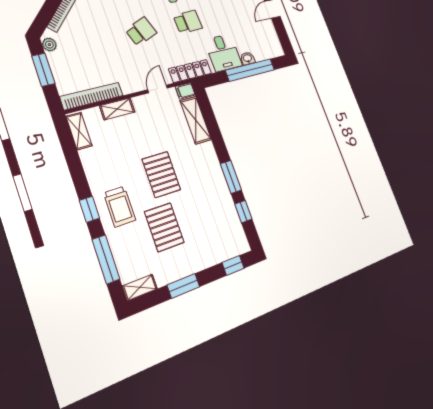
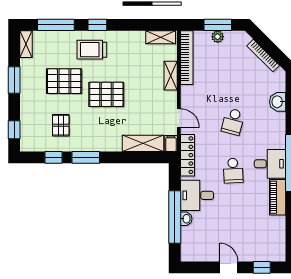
school desk: (141, 31) -> (233, 122), turned 36
plant: (49, 45) -> (218, 37), moved
pallet: (210, 215) -> (61, 125), added

